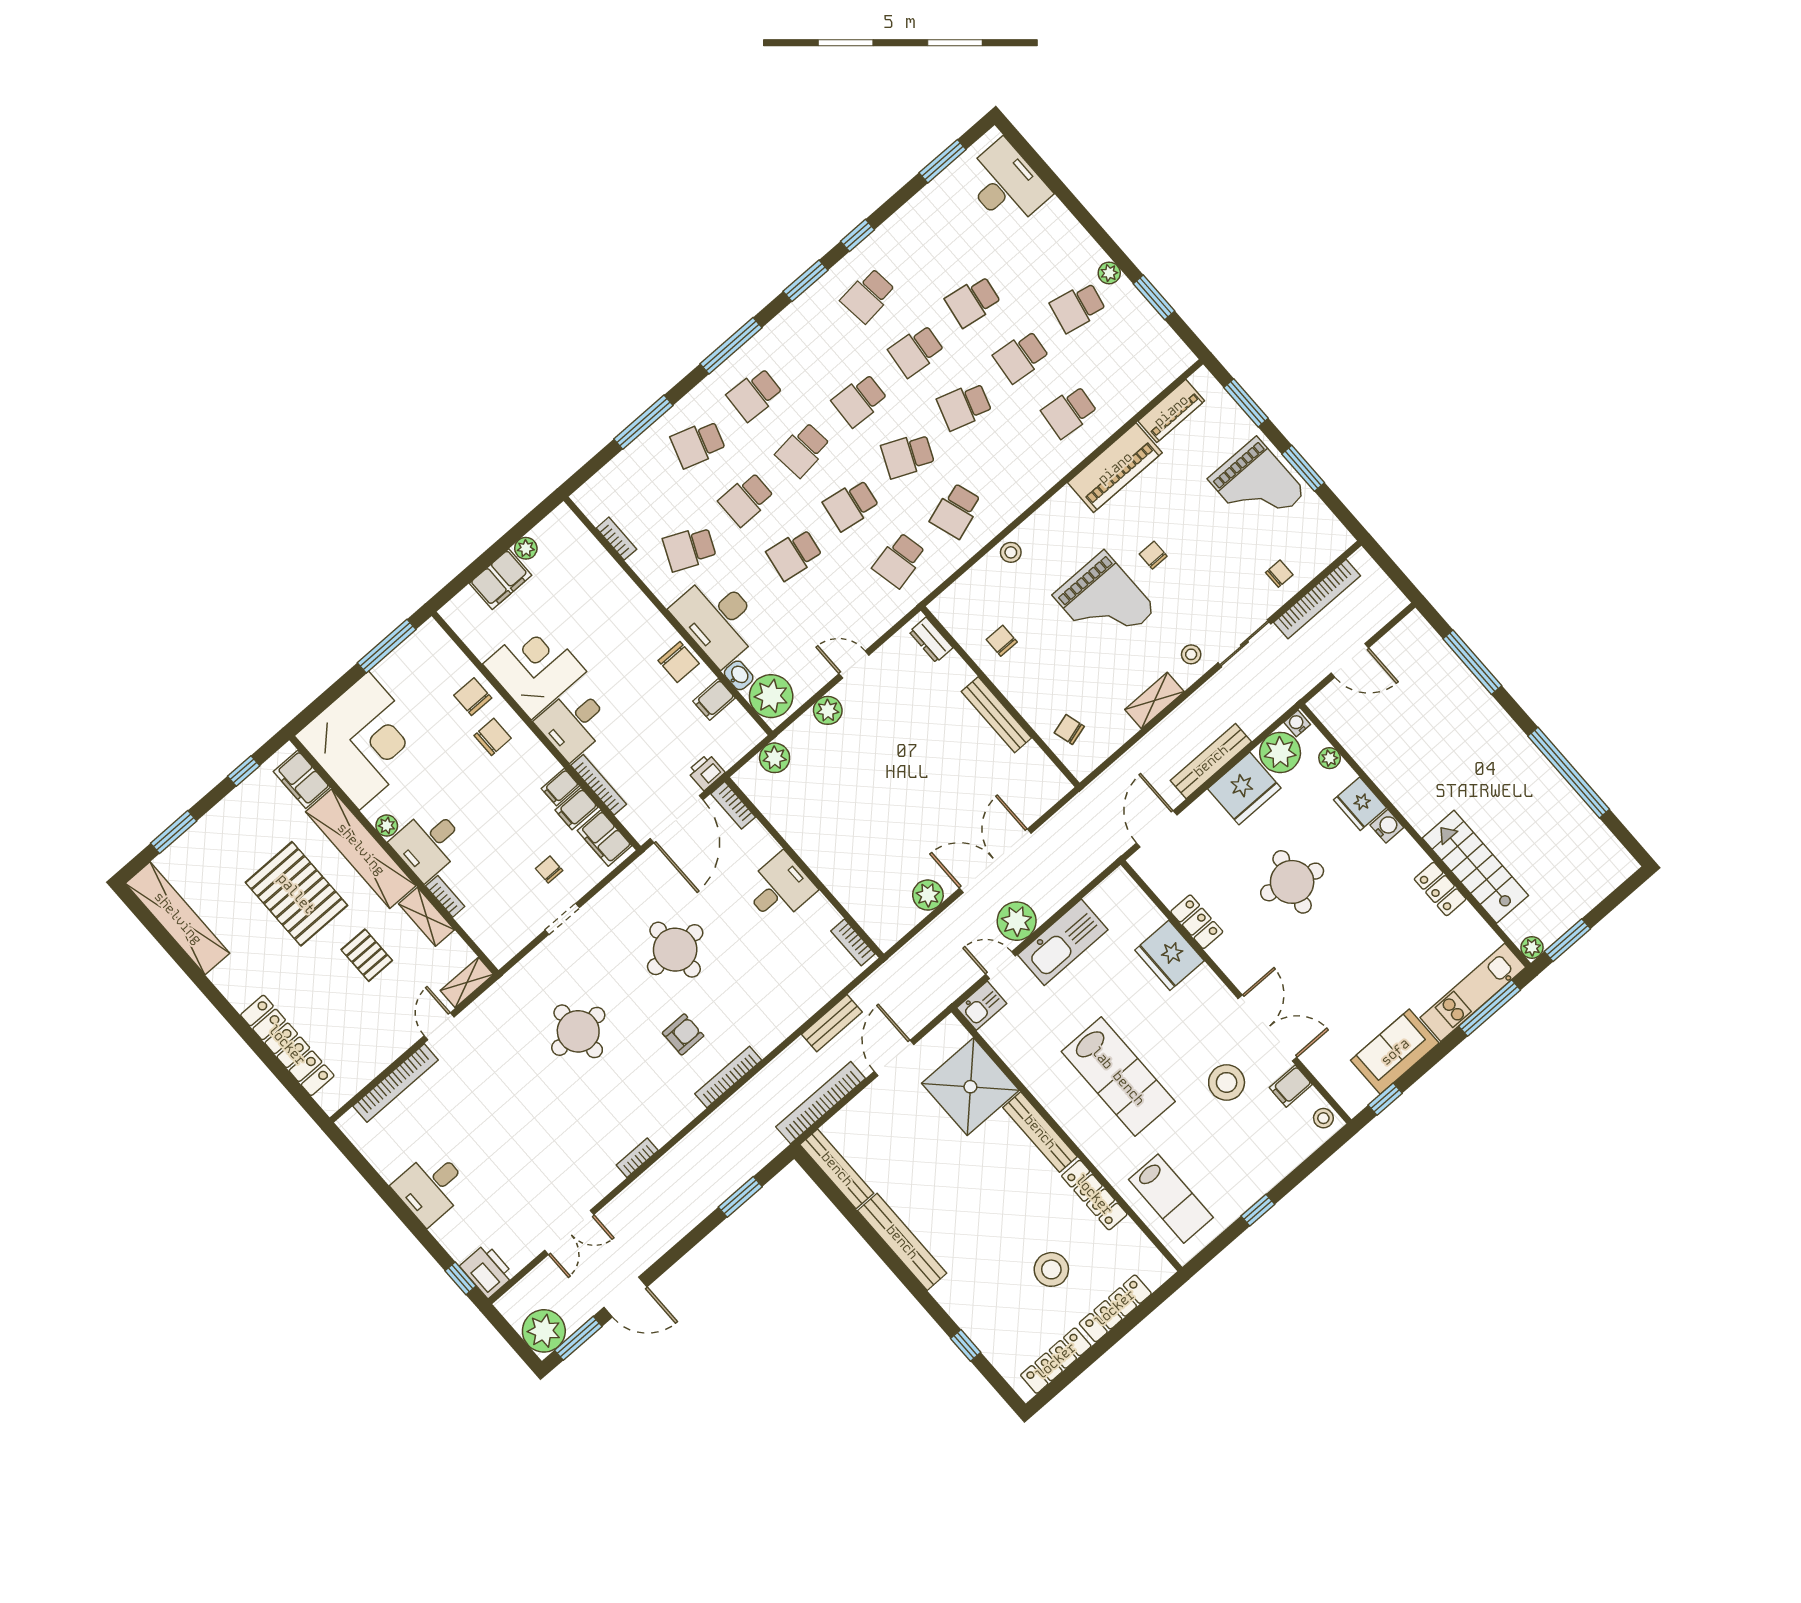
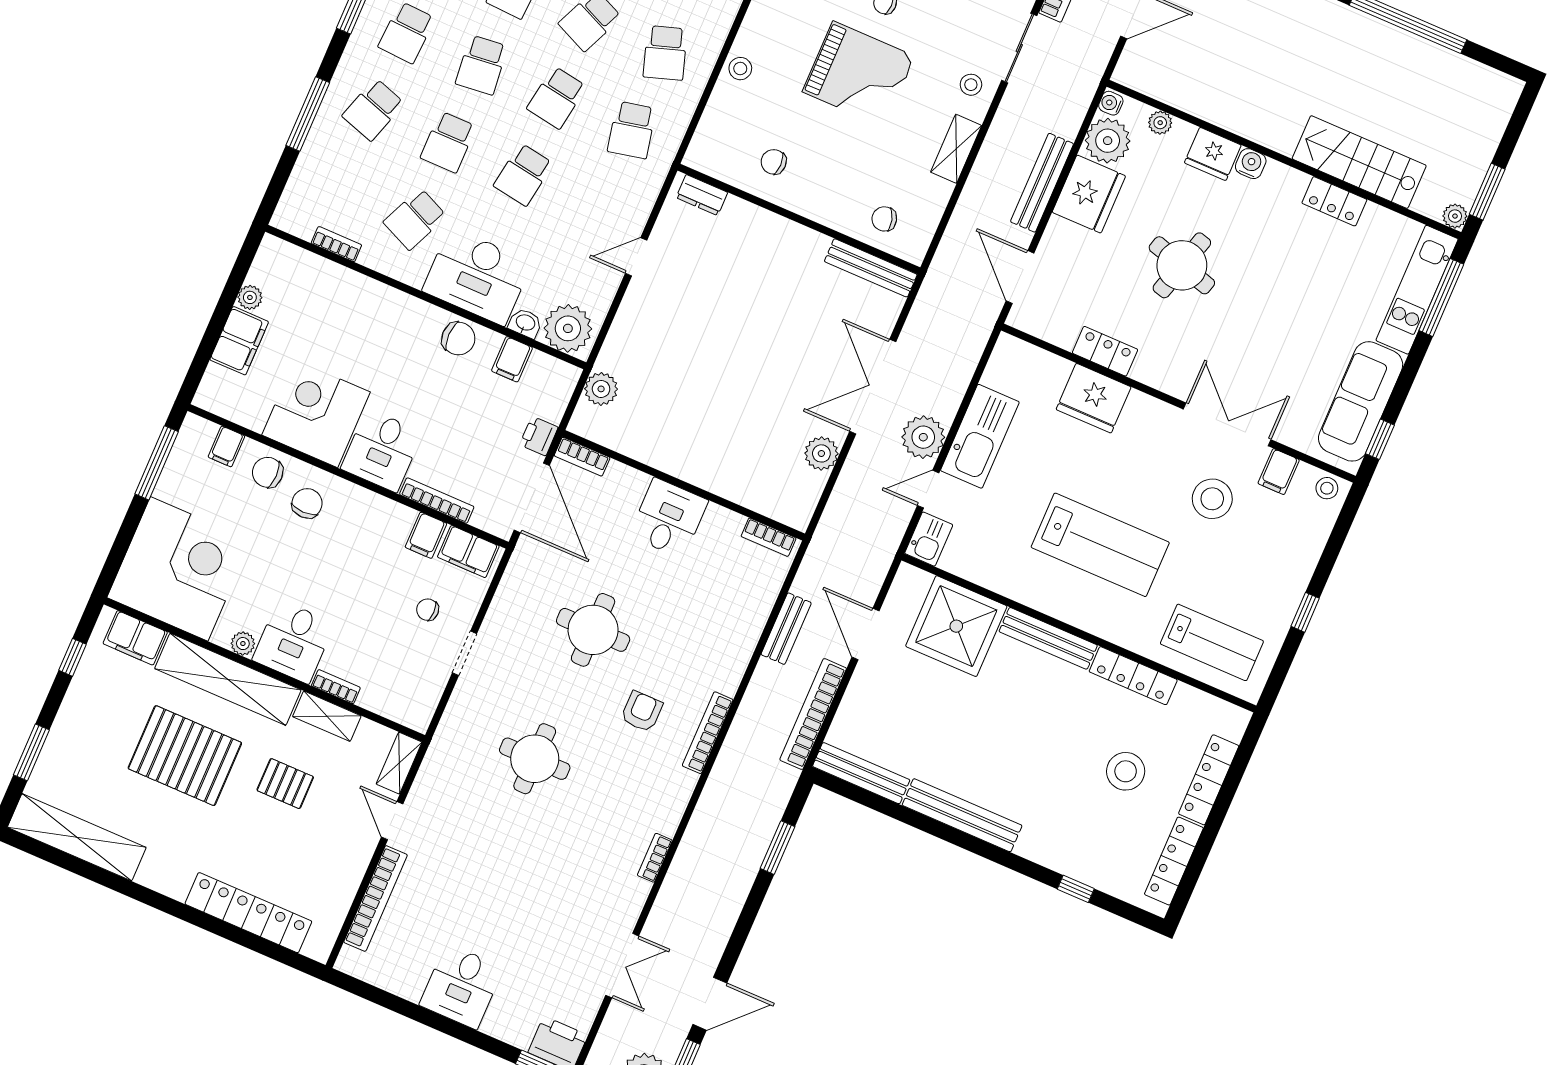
plant: (828, 710) -> (632, 316), removed
bench: (996, 715) -> (871, 268), moved
filing cabinet: (560, 787) -> (226, 446), moved
sofa: (1395, 1052) -> (1361, 401), width x1.36

